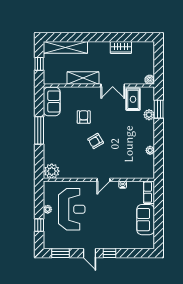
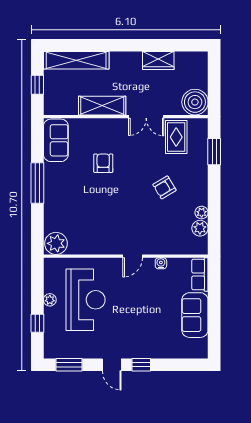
boiler: (150, 80) -> (195, 102), width x1.86, depth x1.86
plant: (149, 115) -> (200, 228), moved
armchair: (96, 141) -> (164, 187), moved

